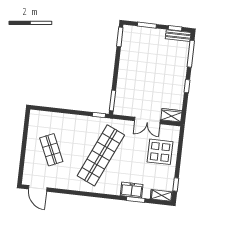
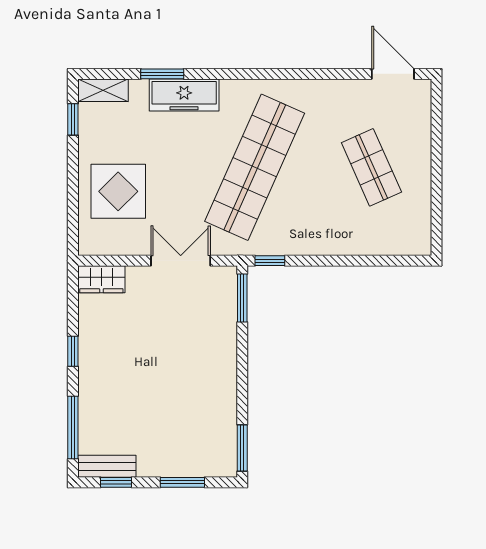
double door: (147, 121) -> (181, 261), moved
freezer: (132, 190) -> (184, 95), width x1.40

